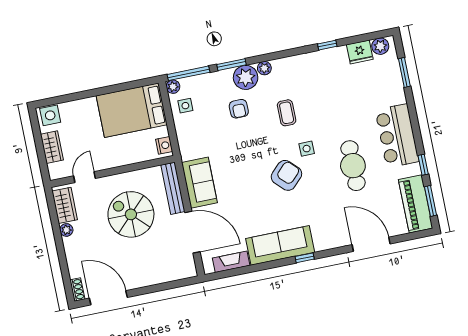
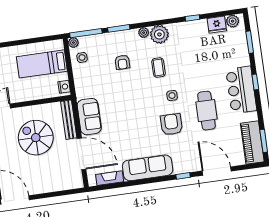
plant: (246, 77) -> (159, 34), moved
bed: (132, 110) -> (42, 64), width x0.67
window: (423, 165) -> (255, 82), moved
armchair: (286, 175) -> (171, 124), moved, turned -45
window: (305, 258) -> (183, 176), moved

